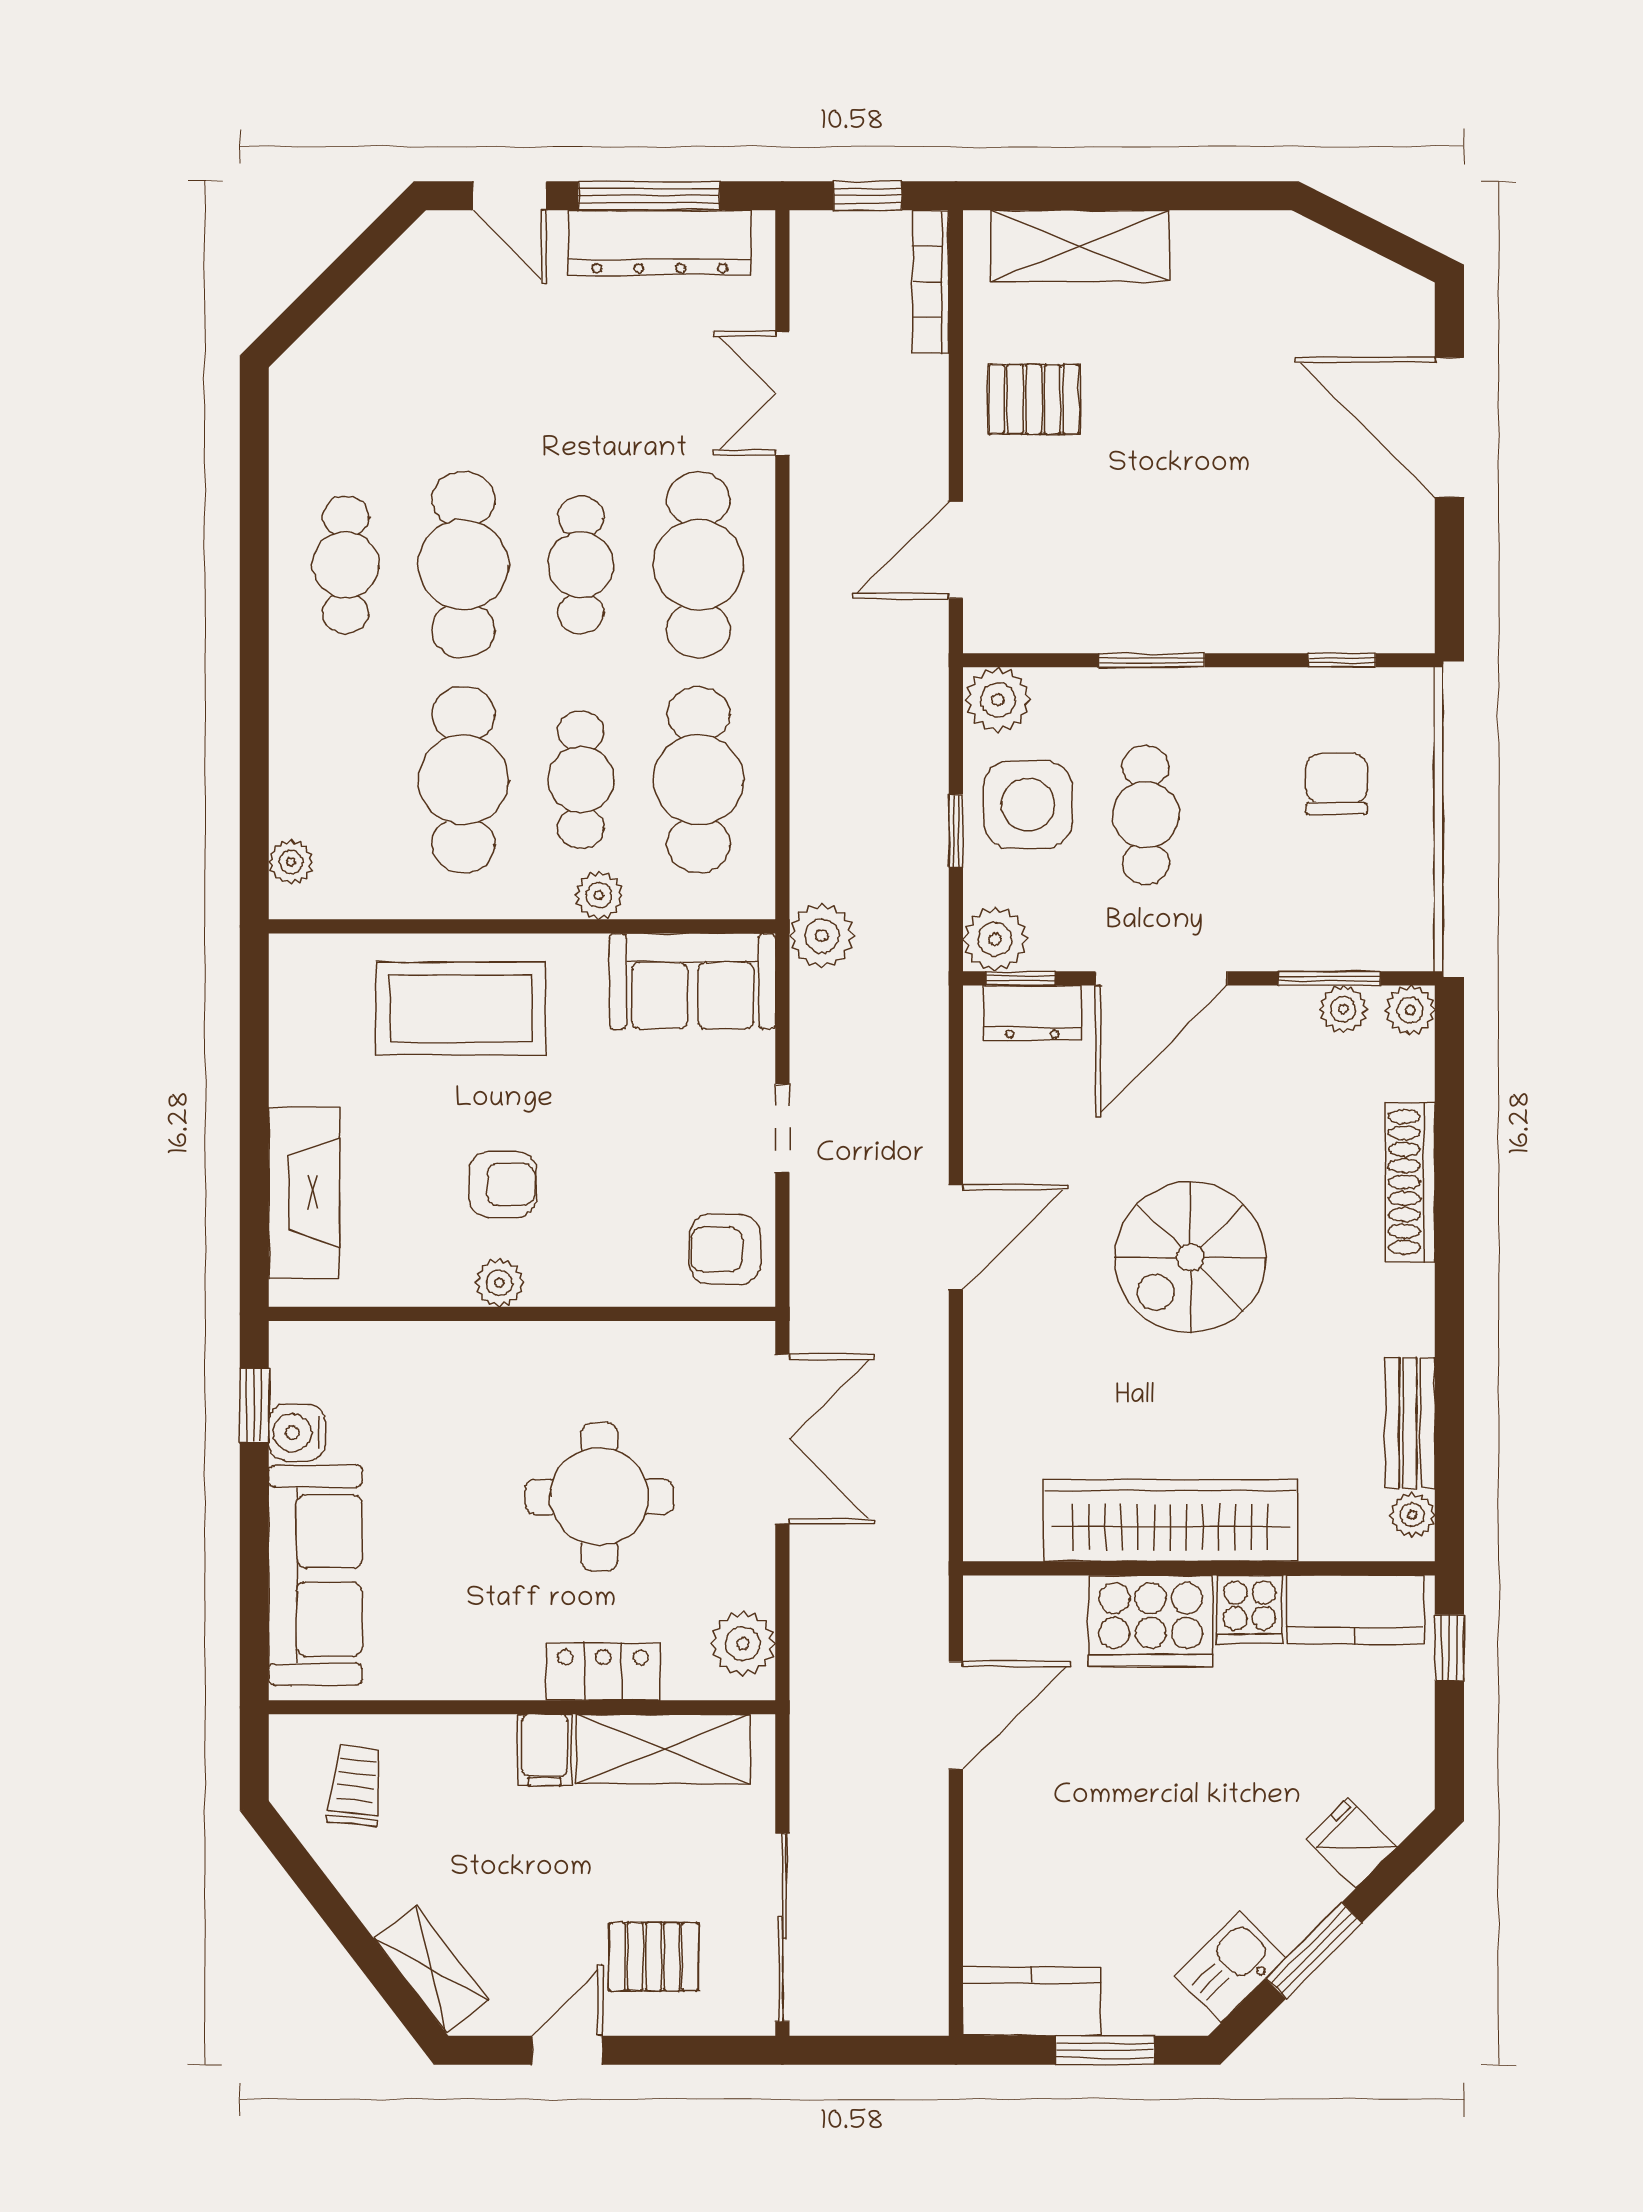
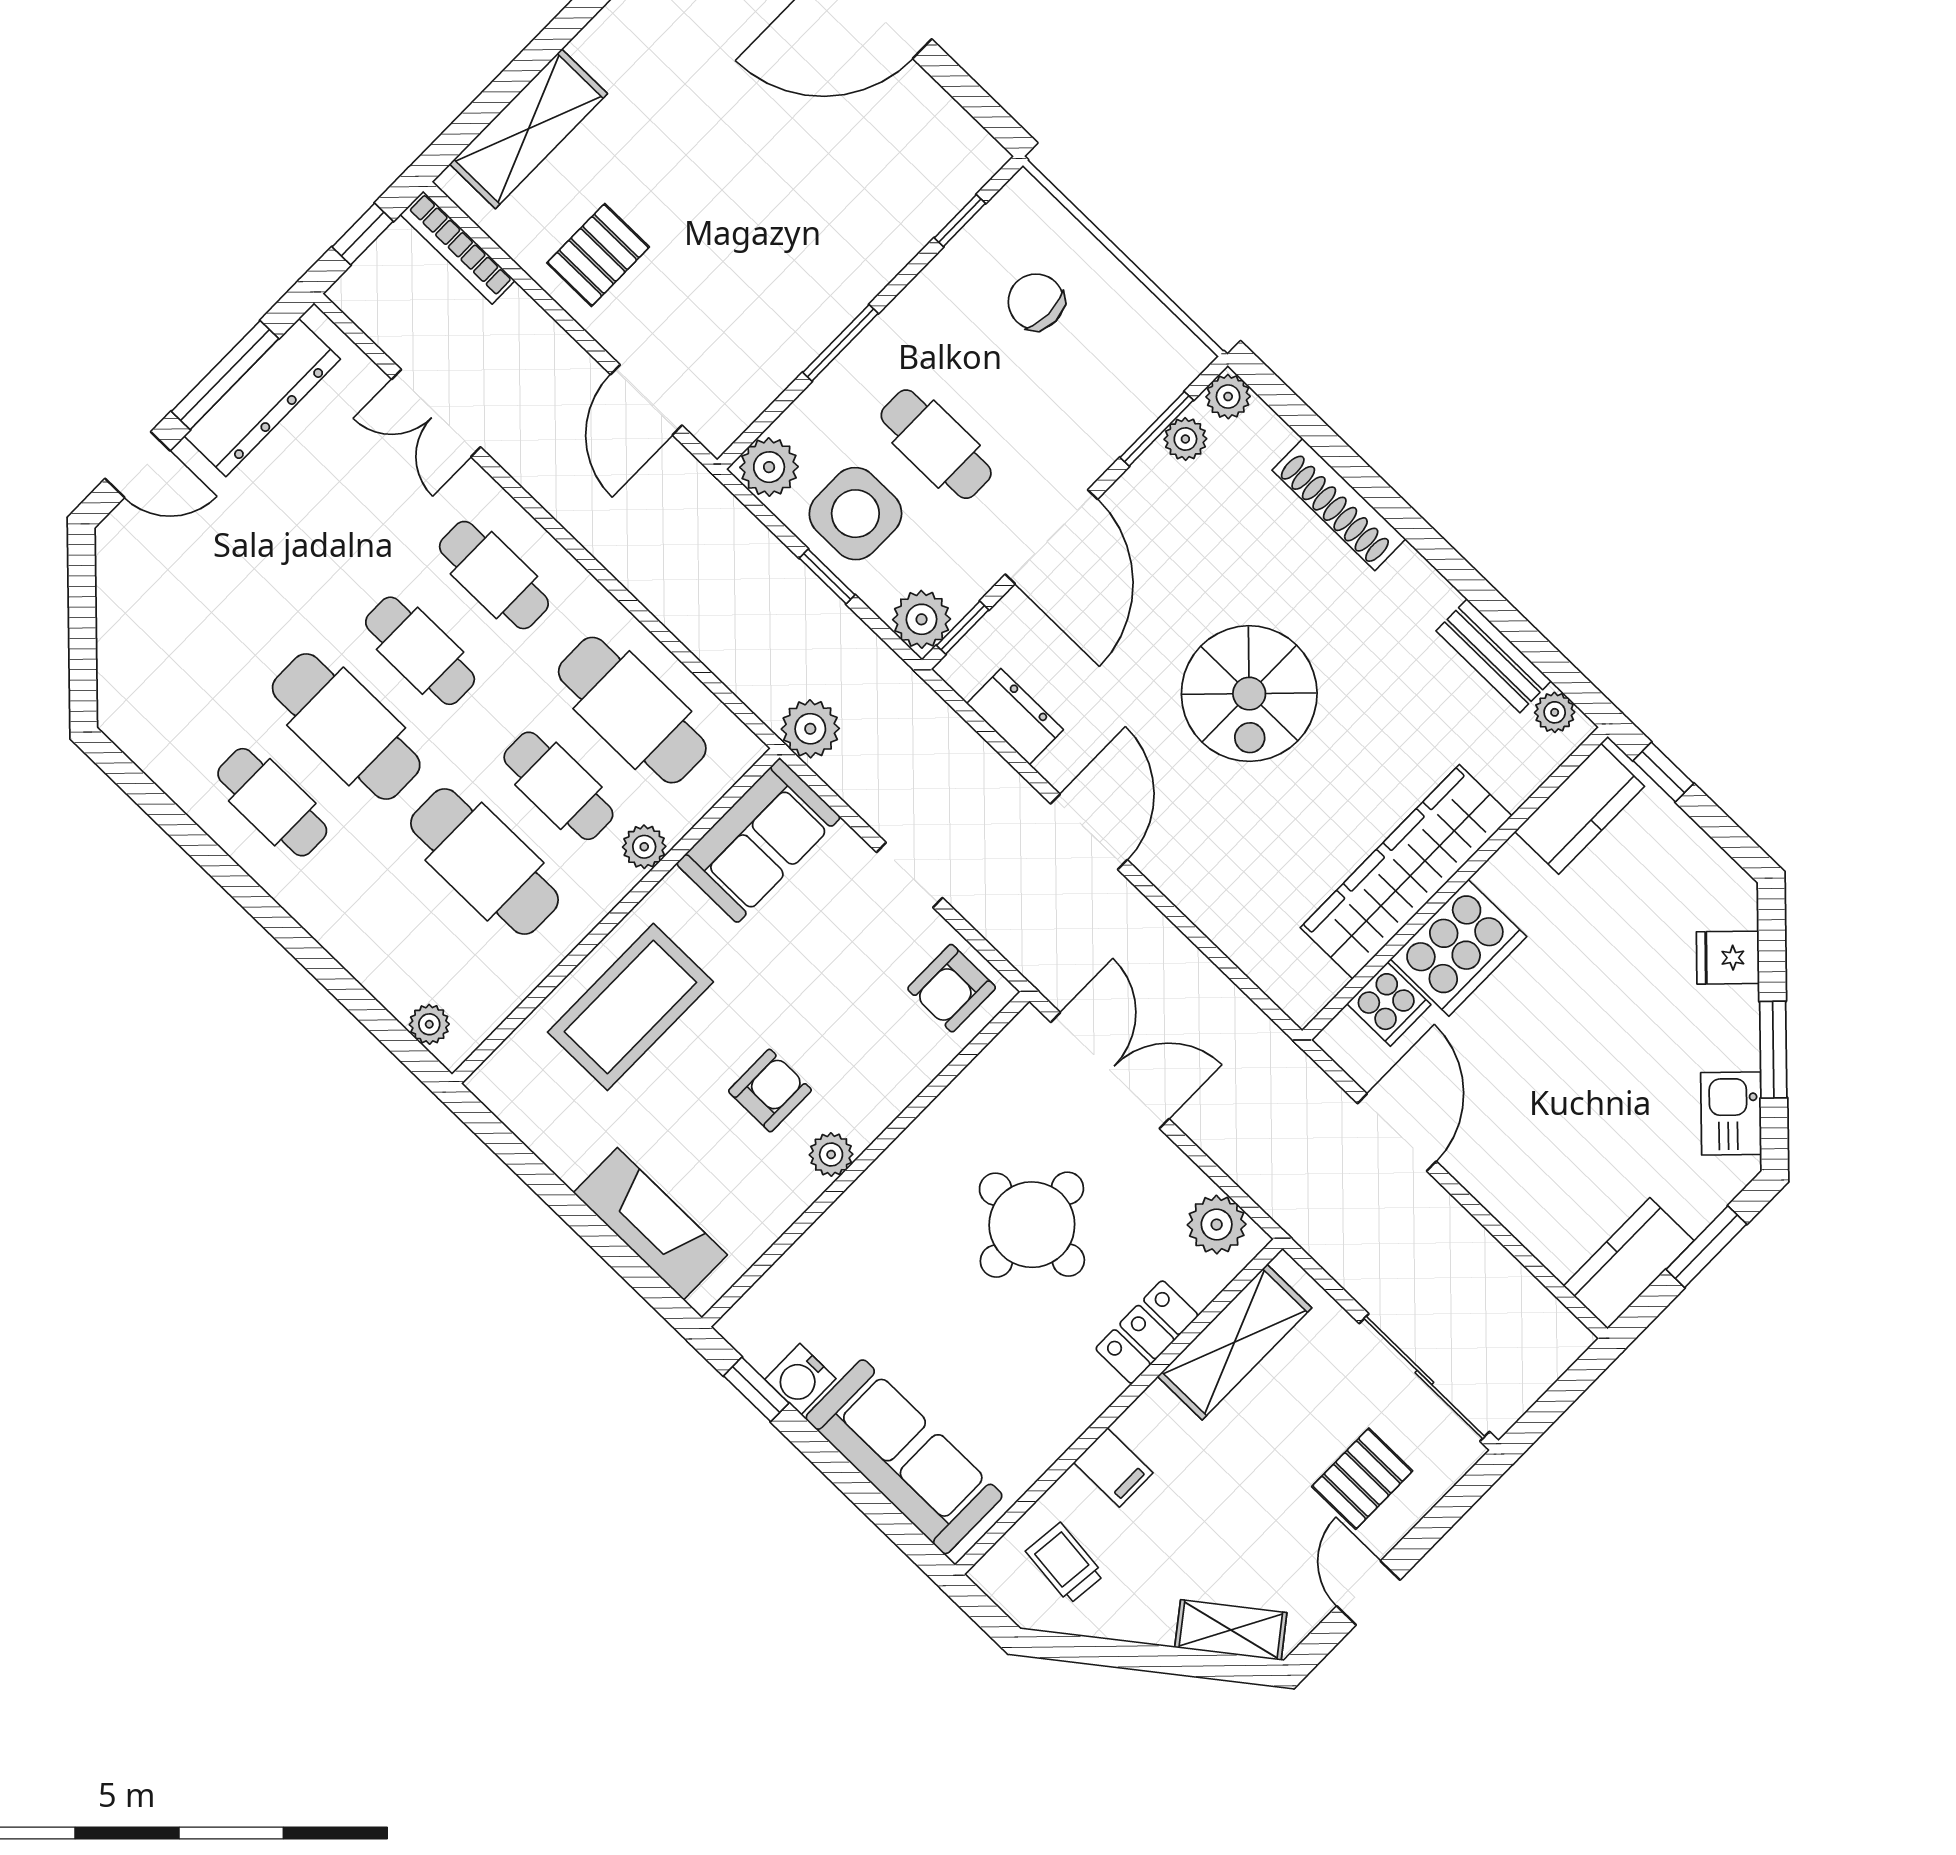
cafe table: (698, 565) -> (494, 575), width x0.73, depth x0.74
dresser: (1032, 1013) -> (1015, 717), moved, turned -90
cooker: (1250, 1609) -> (1389, 1004), moved
filing cabinet: (545, 1750) -> (1113, 1468), moved

